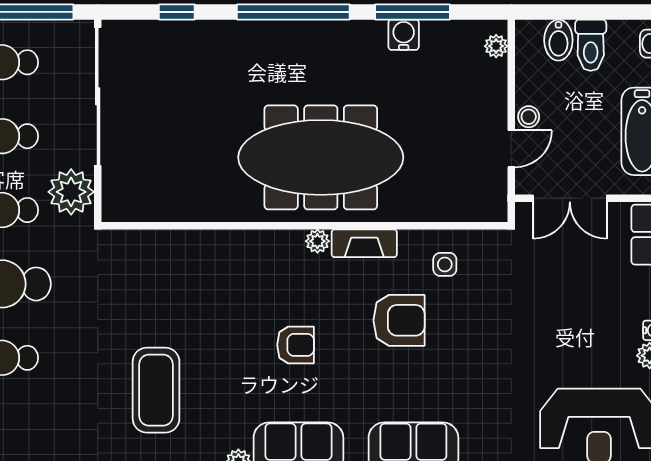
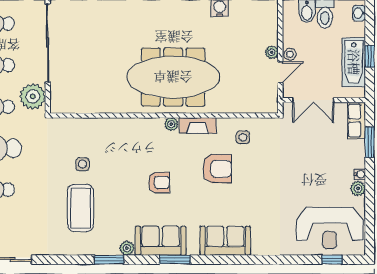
plant: (496, 46) -> (272, 52), moved
side table: (159, 312) -> (82, 164), added

